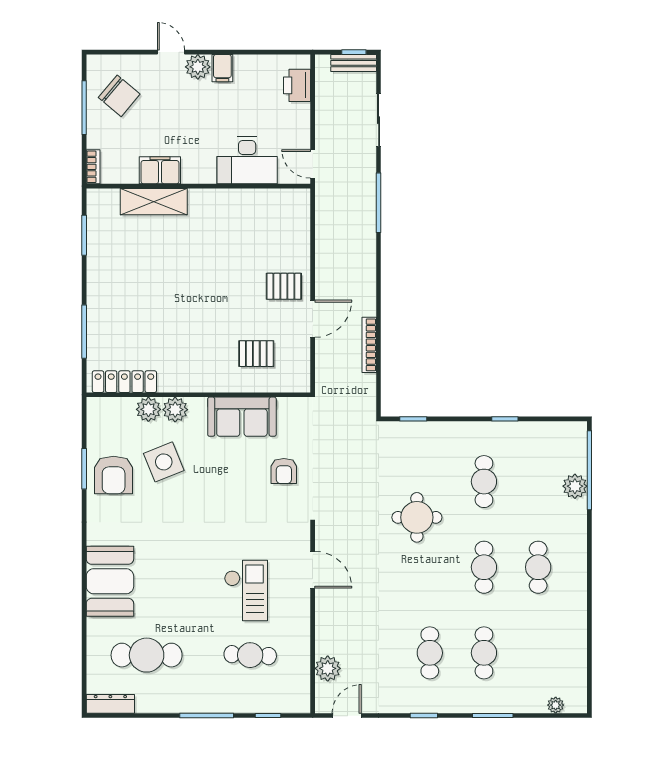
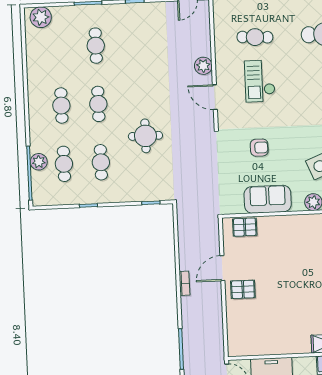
bookcase: (369, 345) -> (184, 283), moved, width x0.64
pallet: (256, 354) -> (245, 227), moved
armchair: (284, 471) -> (259, 148), moved, turned 90
cafe table: (430, 653) -> (64, 164), moved
plant: (328, 668) -> (203, 66), moved
plant: (556, 705) -> (41, 17), width x1.88, depth x1.88

